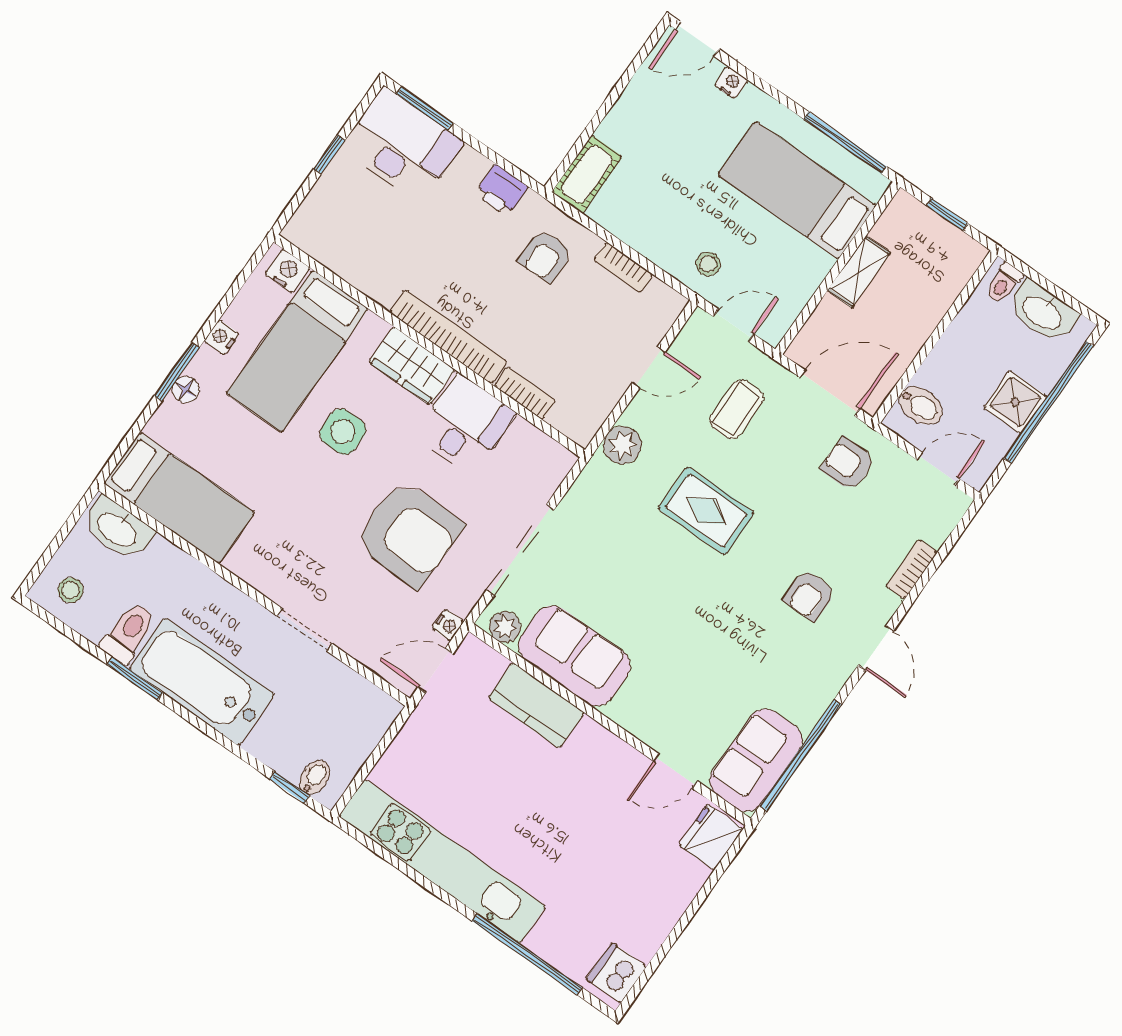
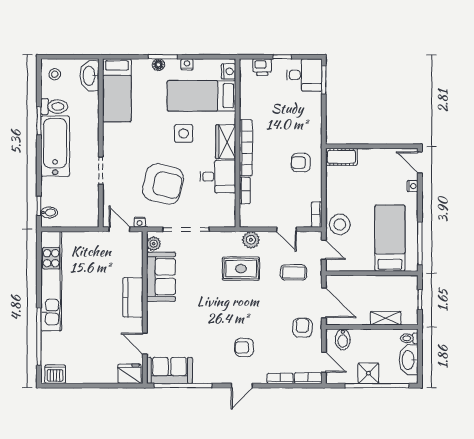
desk: (402, 145) -> (304, 75), width x0.73
printer: (501, 190) -> (262, 67), moved, turned -90
stool: (708, 264) -> (340, 224), width x1.89, depth x1.89
bookcase: (623, 267) -> (317, 215), moved
shelving: (859, 272) -> (386, 318), moved
rug: (706, 511) -> (241, 269), moved, turned 90
bookcase: (947, 518) -> (308, 378), added
armchair: (409, 534) -> (163, 184), turned -78
kitchen counter: (536, 705) -> (133, 297), moved

